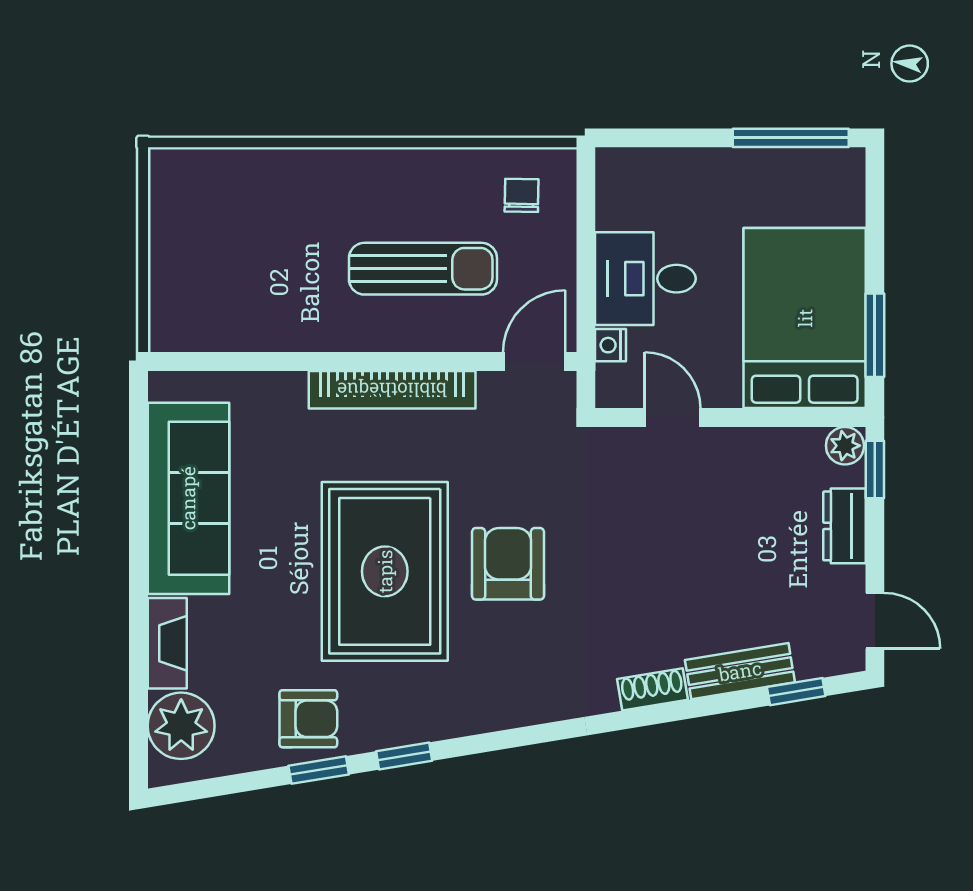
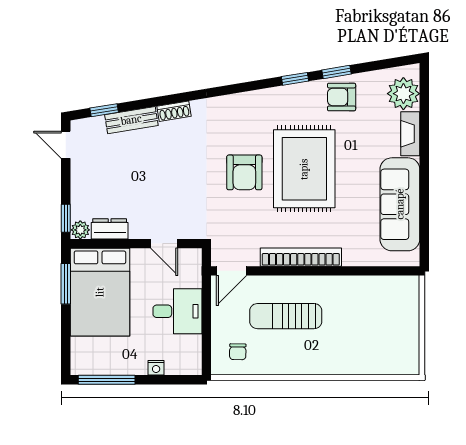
nightstand: (611, 345) -> (156, 368), moved, turned 90
dresser: (844, 526) -> (110, 229), moved, turned -90

